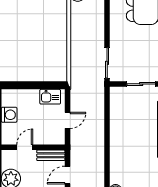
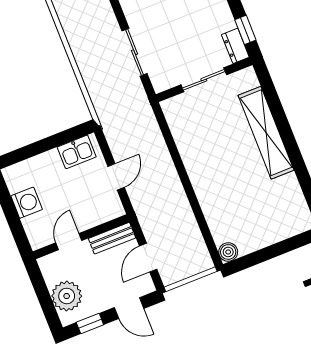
sliding door: (107, 63) -> (135, 52), moved

